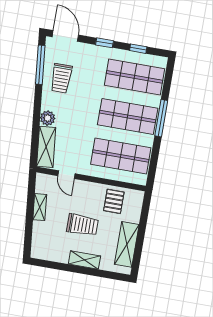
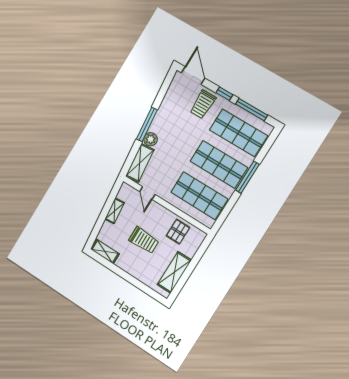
window: (138, 49) -> (252, 110), width x2.17
window: (40, 65) -> (147, 125), moved
trolley: (61, 78) -> (203, 104), moved
shelving: (84, 260) -> (105, 251), moved

